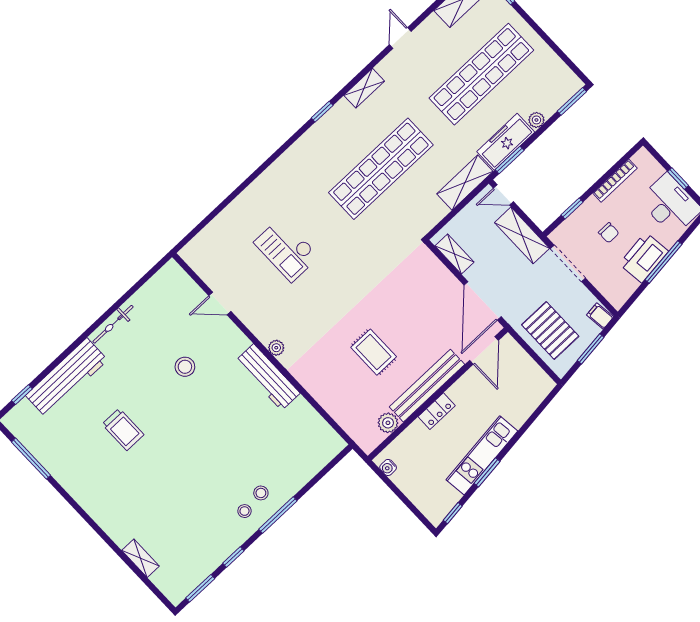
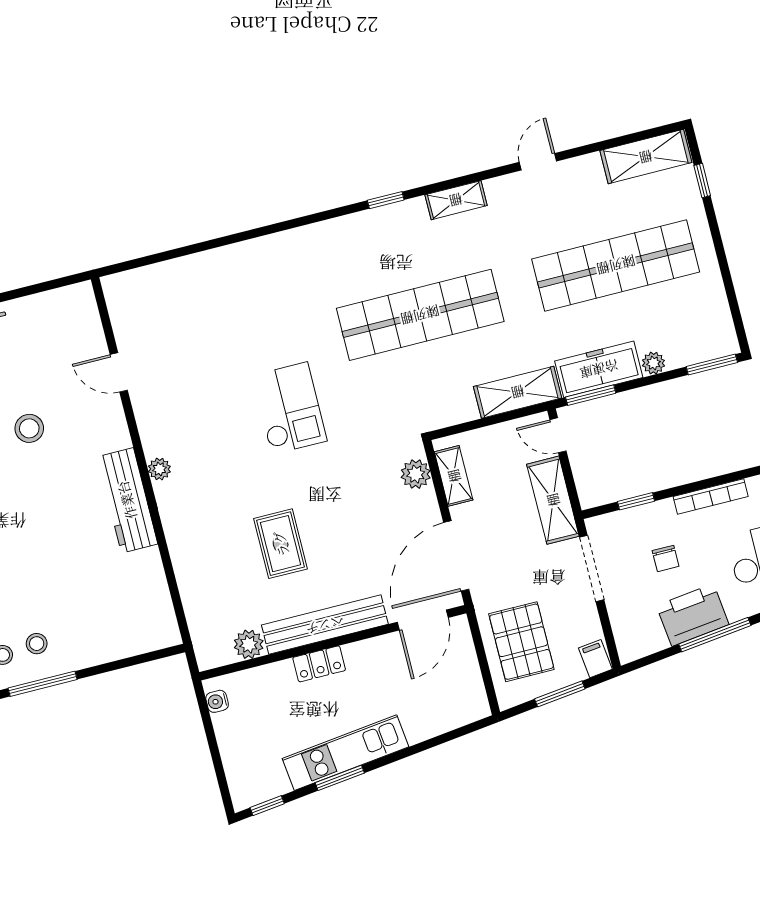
checkout: (287, 249) -> (289, 408), moved, turned 180
plant: (431, 265) -> (416, 474), added

